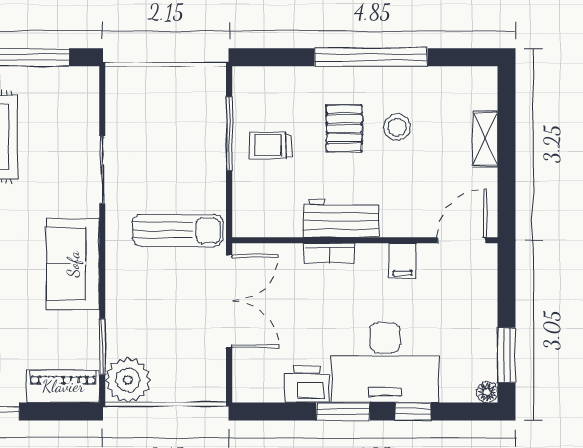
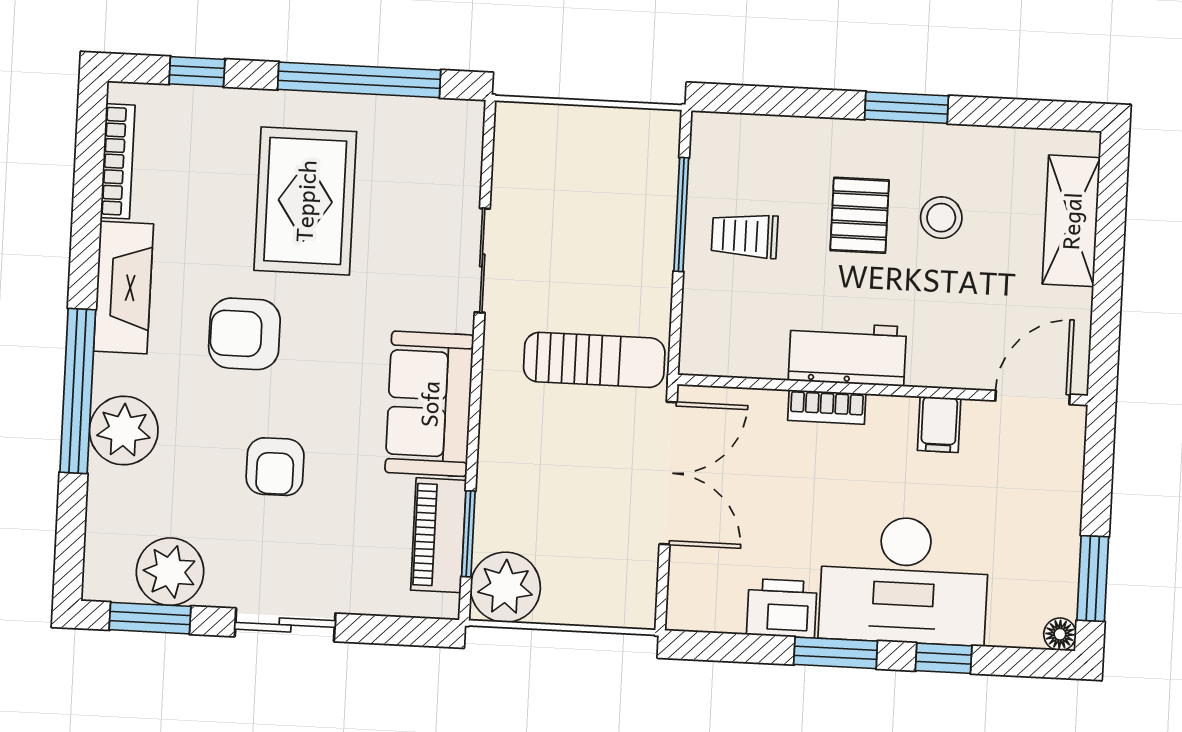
window: (371, 57) -> (907, 108), width x0.47
shelving: (485, 139) -> (1071, 221), width x1.50, depth x1.33
piano: (63, 386) -> (439, 535), moved, turned -90

